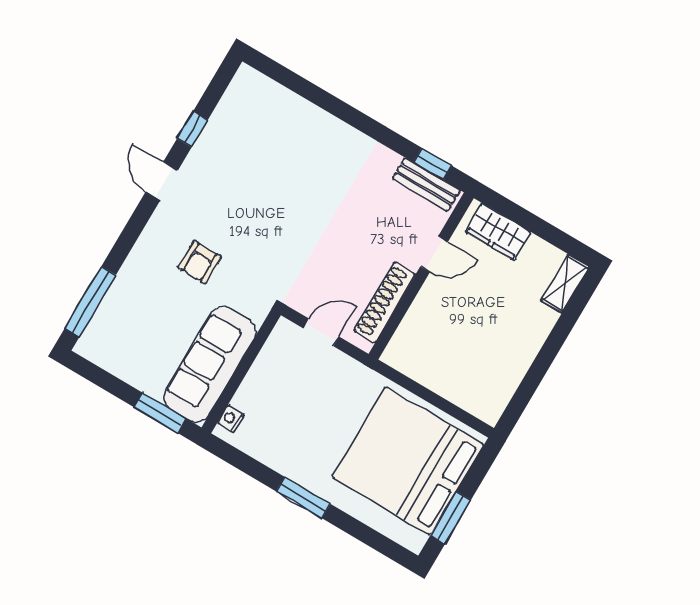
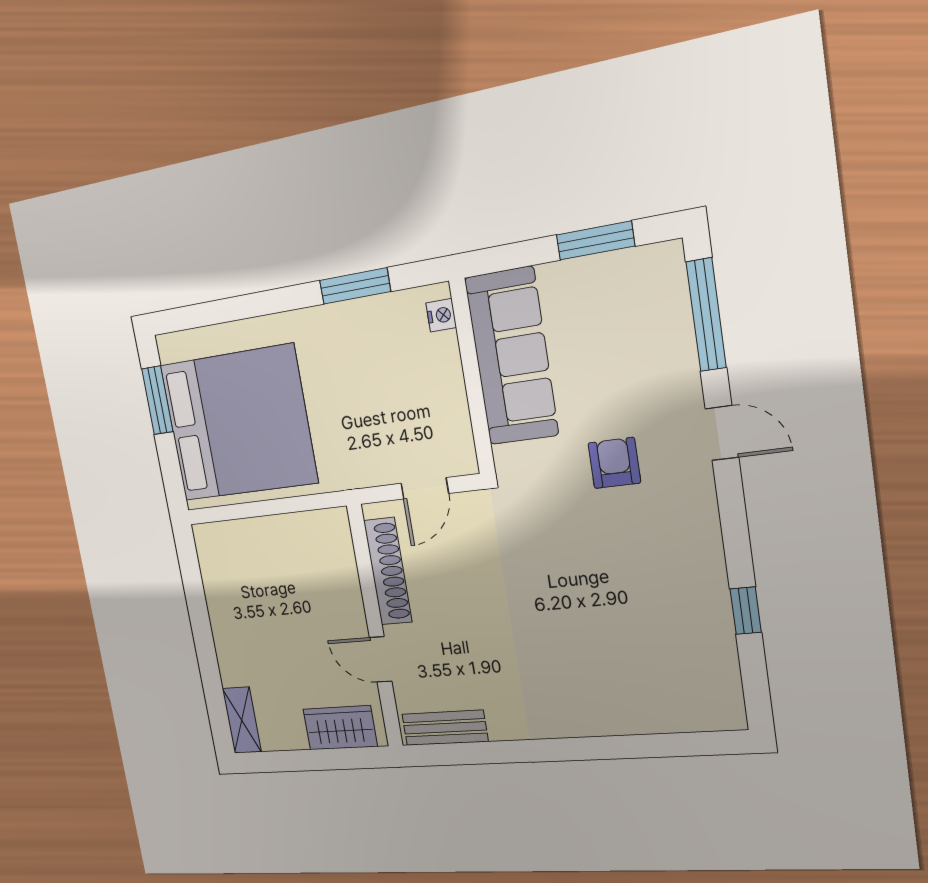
window: (432, 164) -> (456, 754), removed
door: (162, 181) -> (722, 433), moved
door: (434, 254) -> (381, 659), hinge flipped
window: (160, 413) -> (595, 240), moved
window: (303, 498) -> (355, 286), moved

